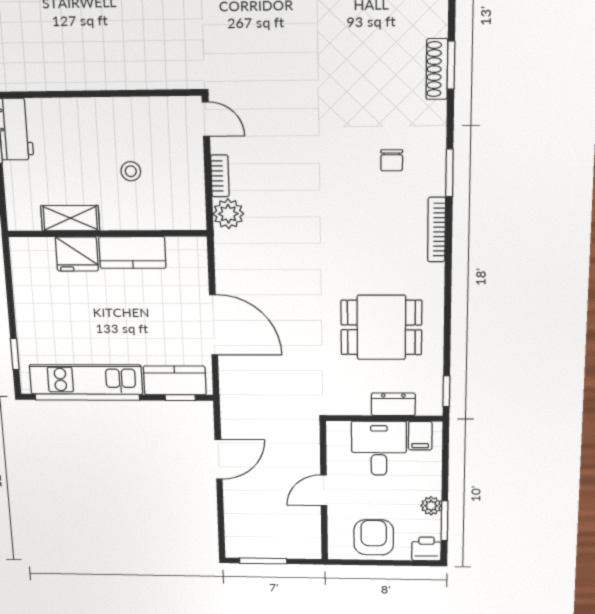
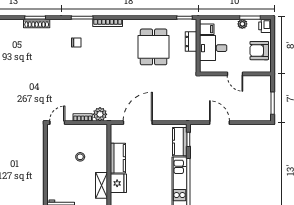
door: (214, 325) -> (138, 123), moved

